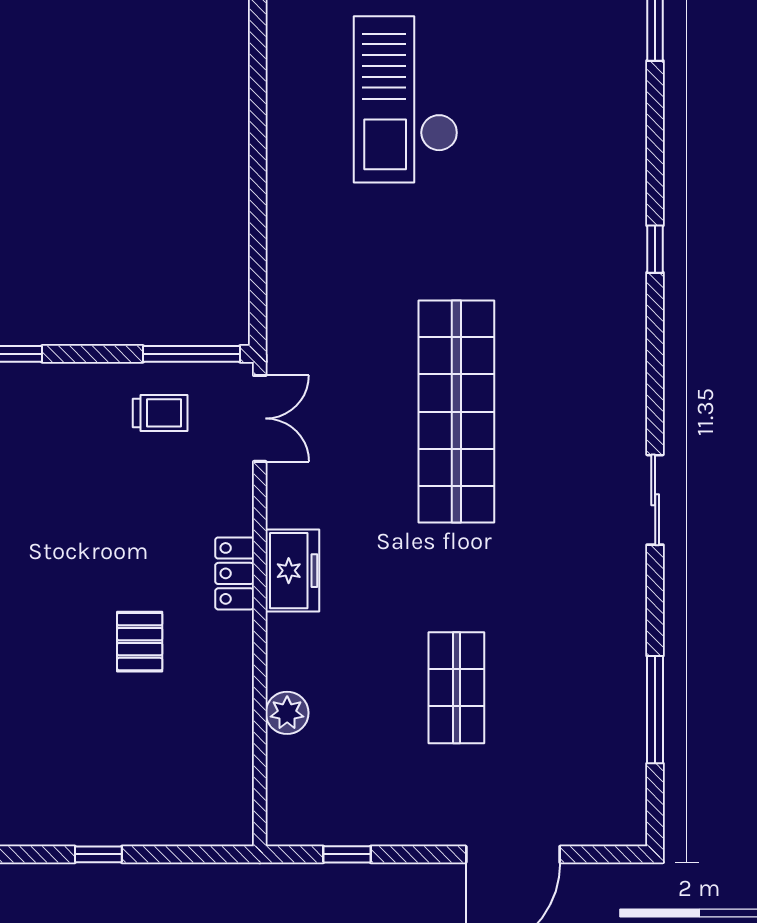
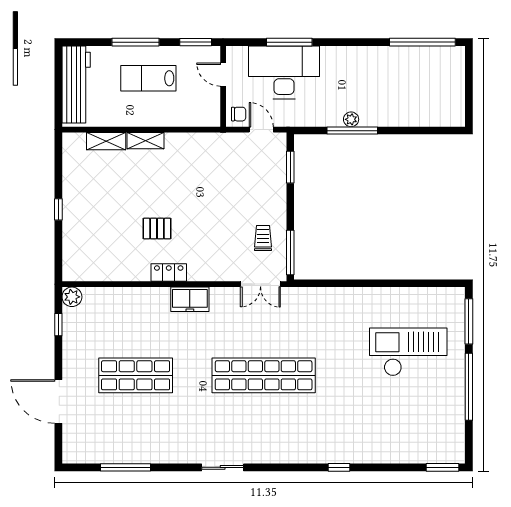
trolley: (160, 413) -> (263, 238), turned 180
locker: (235, 573) -> (169, 273), moved
shop shelf: (456, 688) -> (136, 375), width x1.43, depth x1.36
plant: (287, 713) -> (72, 297), moved

